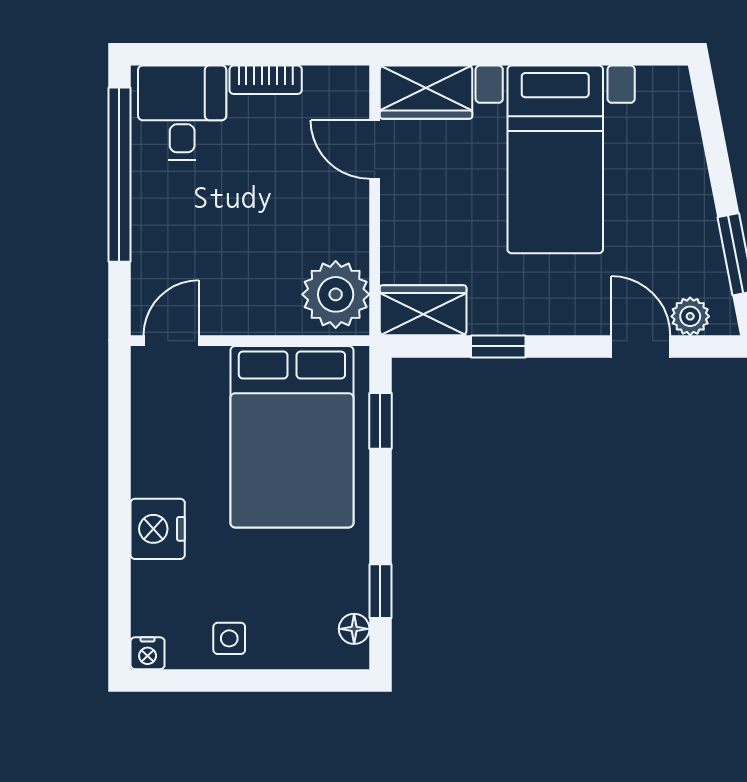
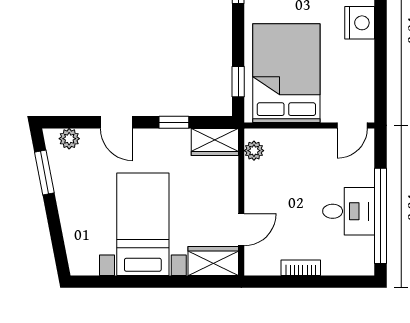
desk: (182, 113) -> (349, 211), moved, turned -90
door: (375, 150) -> (241, 230), hinge flipped
plant: (336, 294) -> (254, 151), width x0.53, depth x0.53
door: (641, 346) -> (116, 122), moved

